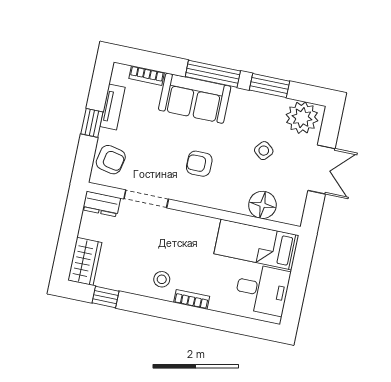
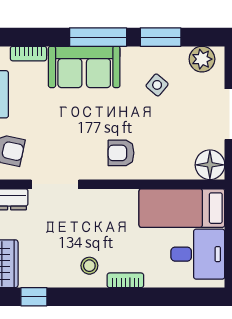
plant: (302, 118) -> (202, 59), width x0.73, depth x0.73
side table: (264, 151) -> (157, 85), moved
armchair: (199, 164) -> (121, 153), moved
floor lamp: (262, 205) -> (210, 165), moved

